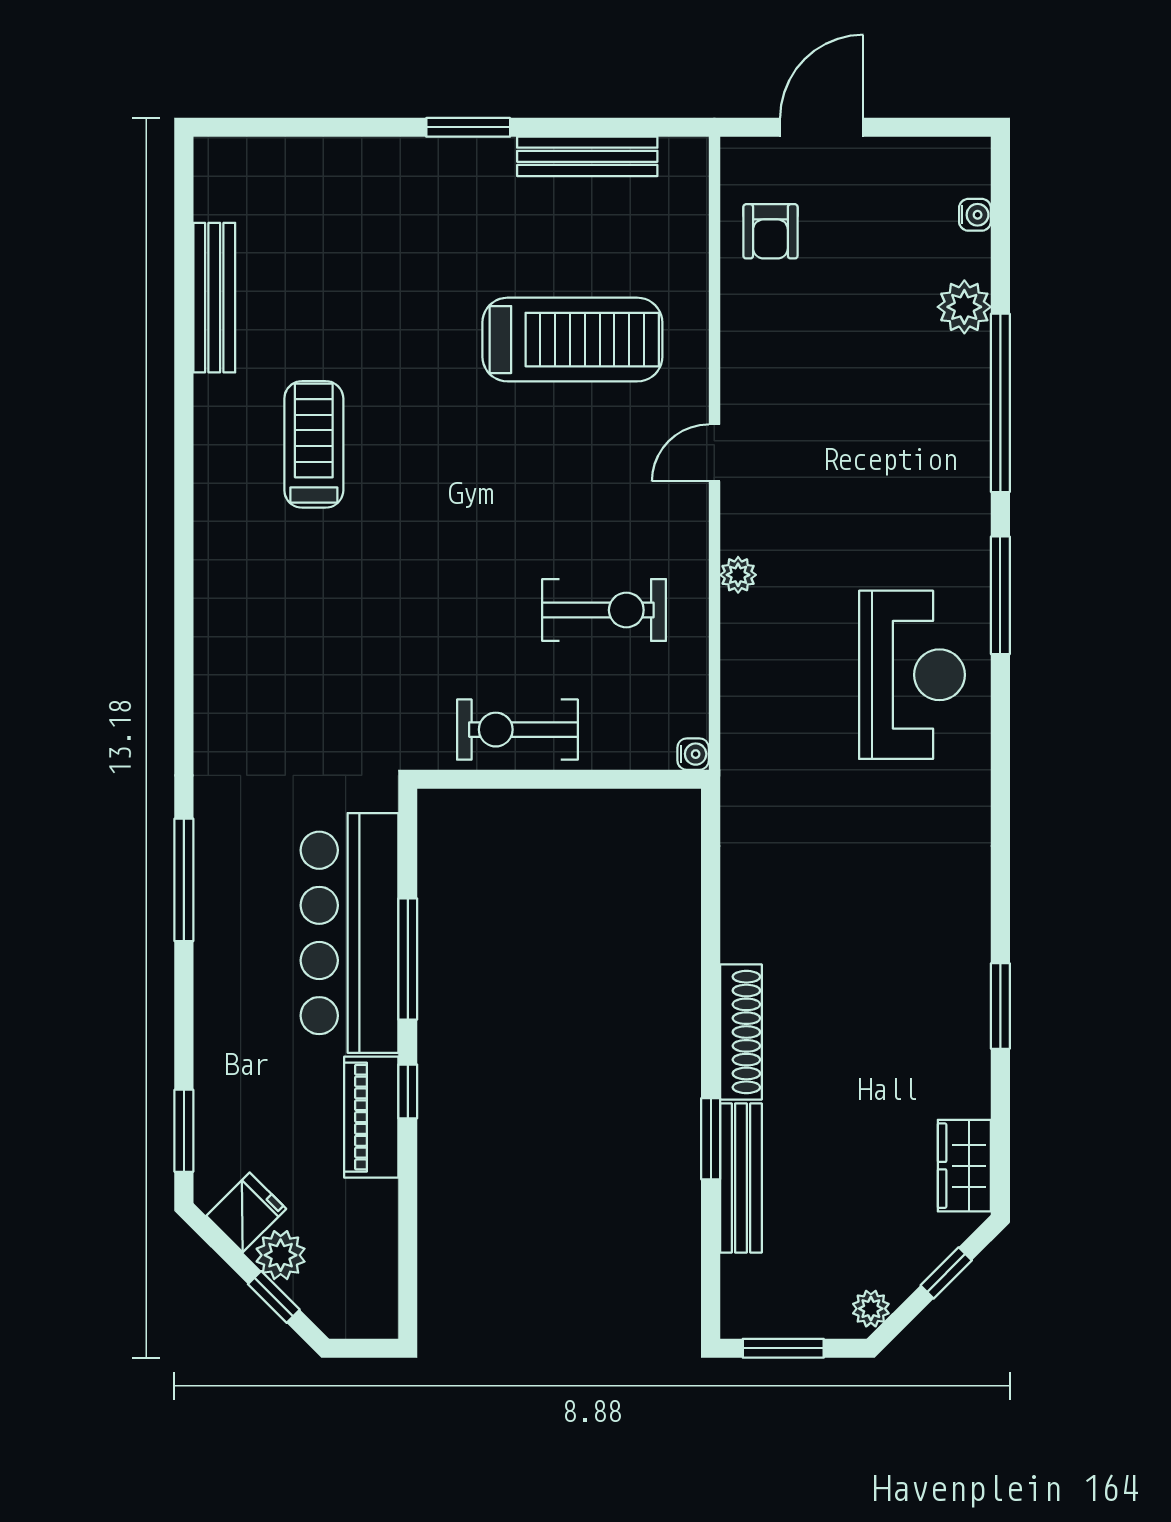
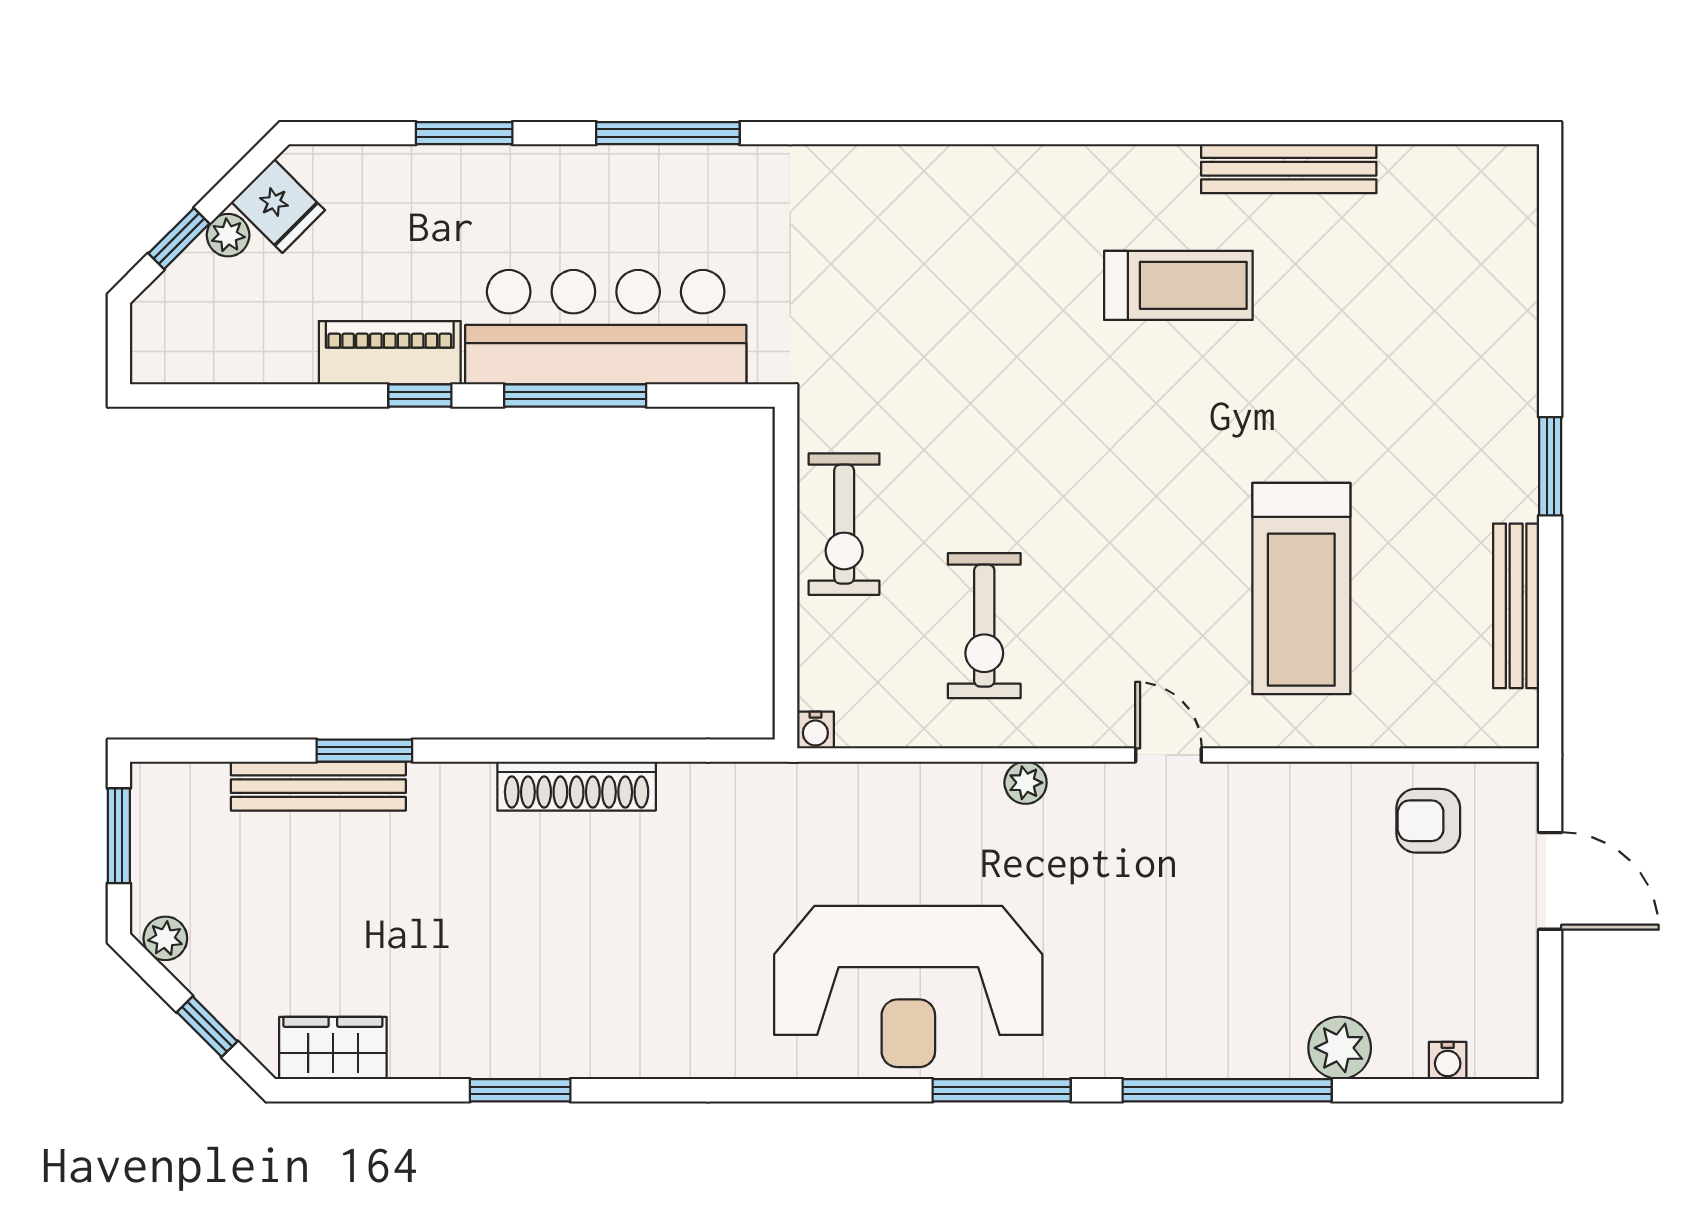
bench: (214, 298) -> (1289, 169), moved
reception desk: (912, 675) -> (908, 987), width x1.36, depth x1.30
exercise bike: (517, 730) -> (844, 524), turned 180
shoe rack: (741, 1032) -> (577, 786), moved
window: (184, 1131) -> (464, 133), moved
plant: (281, 1255) -> (228, 235), width x0.73, depth x0.73

